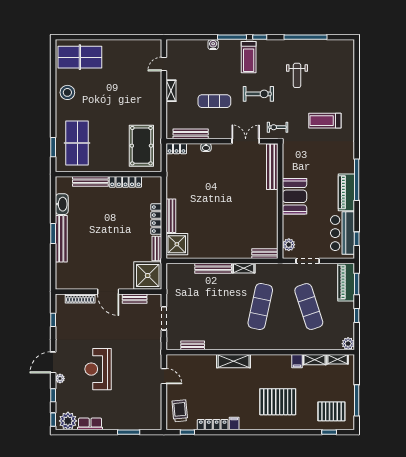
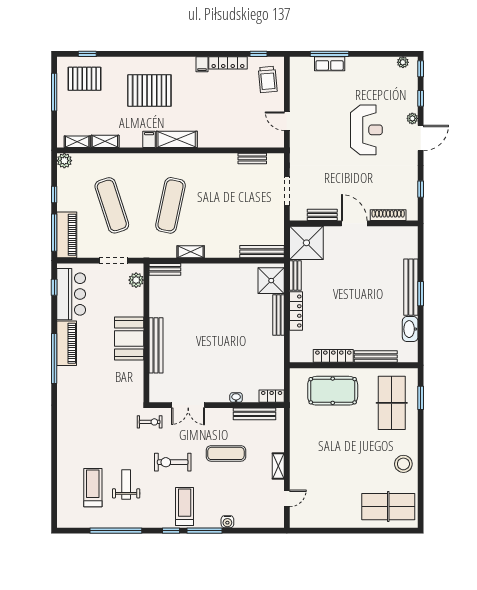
treadmill: (325, 121) -> (93, 488), moved, turned -90
pool table: (141, 146) -> (333, 391), moved, turned 90
bench: (272, 167) -> (156, 345), moved
bench: (213, 268) -> (262, 252), moved
window: (357, 284) -> (54, 233), width x1.44
shelving: (234, 361) -> (177, 139), moved
filing cabinet: (297, 361) -> (149, 139), moved
plant: (68, 421) -> (403, 62), width x0.53, depth x0.53
row of seats: (90, 424) -> (330, 64), moved
window: (129, 432) -> (329, 54), width x1.44

